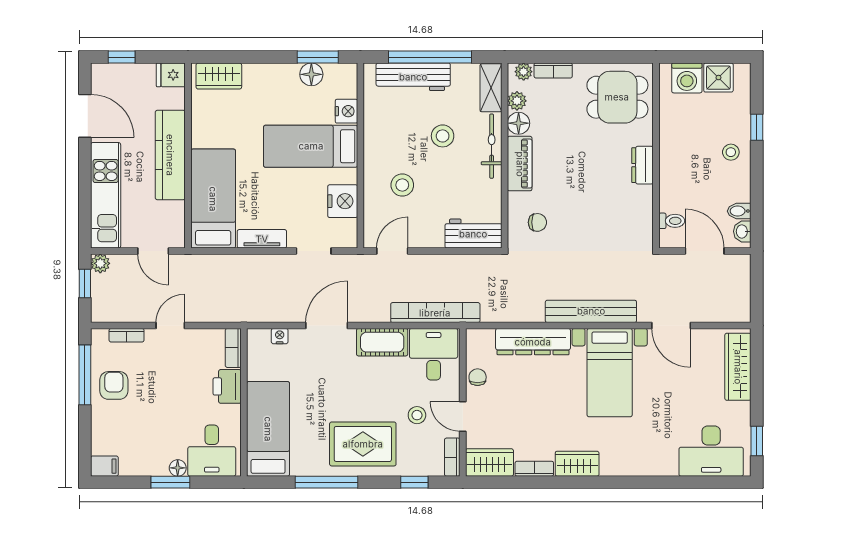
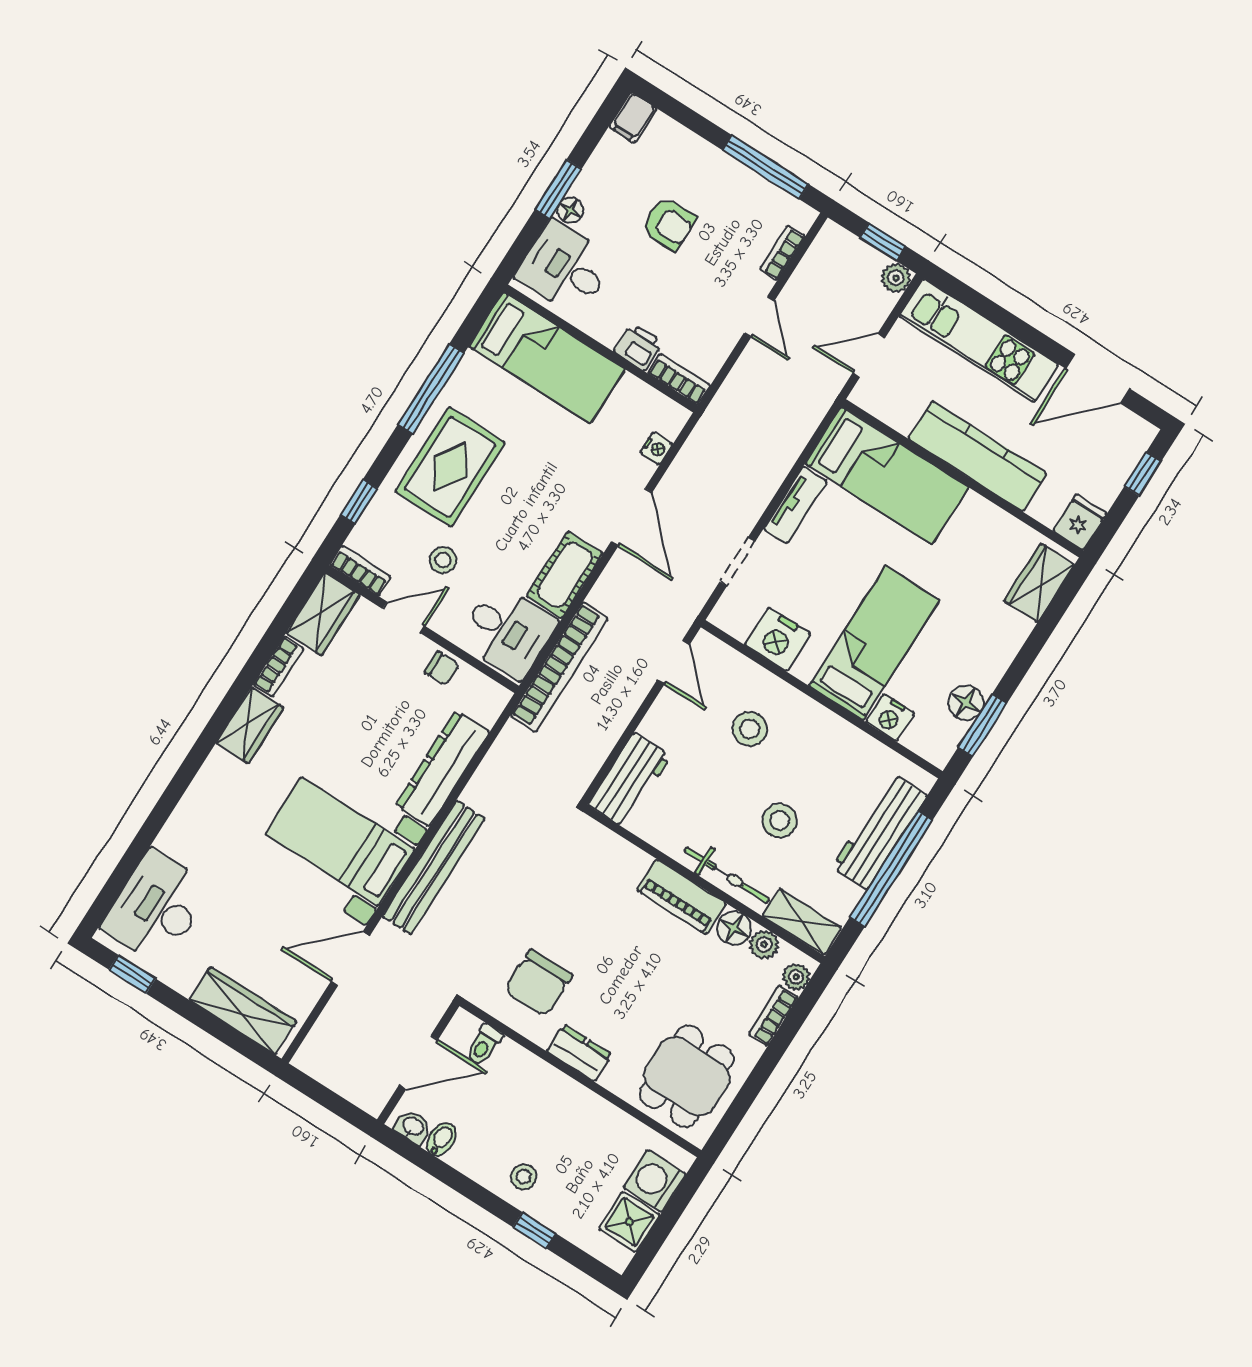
chair: (537, 222) -> (538, 983), moved, width x1.87, depth x1.87
armchair: (114, 385) -> (669, 224), moved
printer: (227, 386) -> (638, 347), width x0.73, depth x0.81

